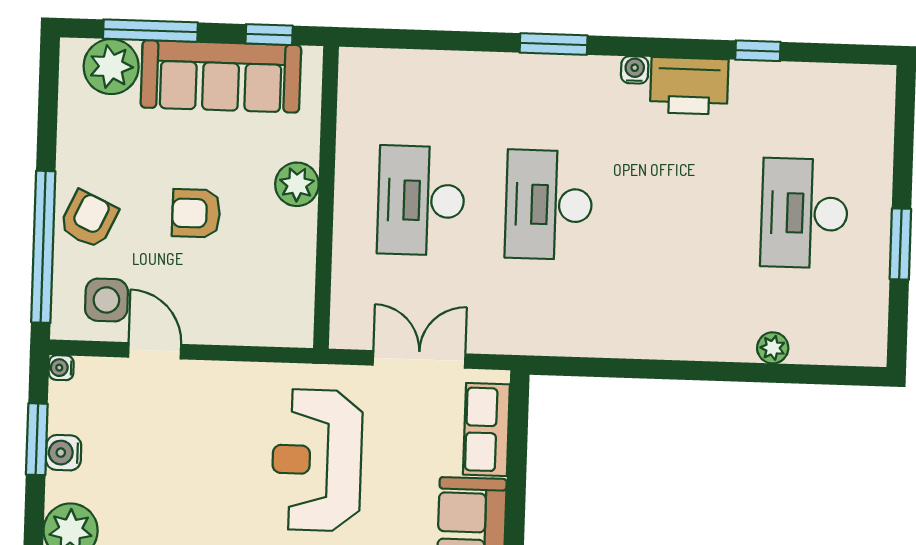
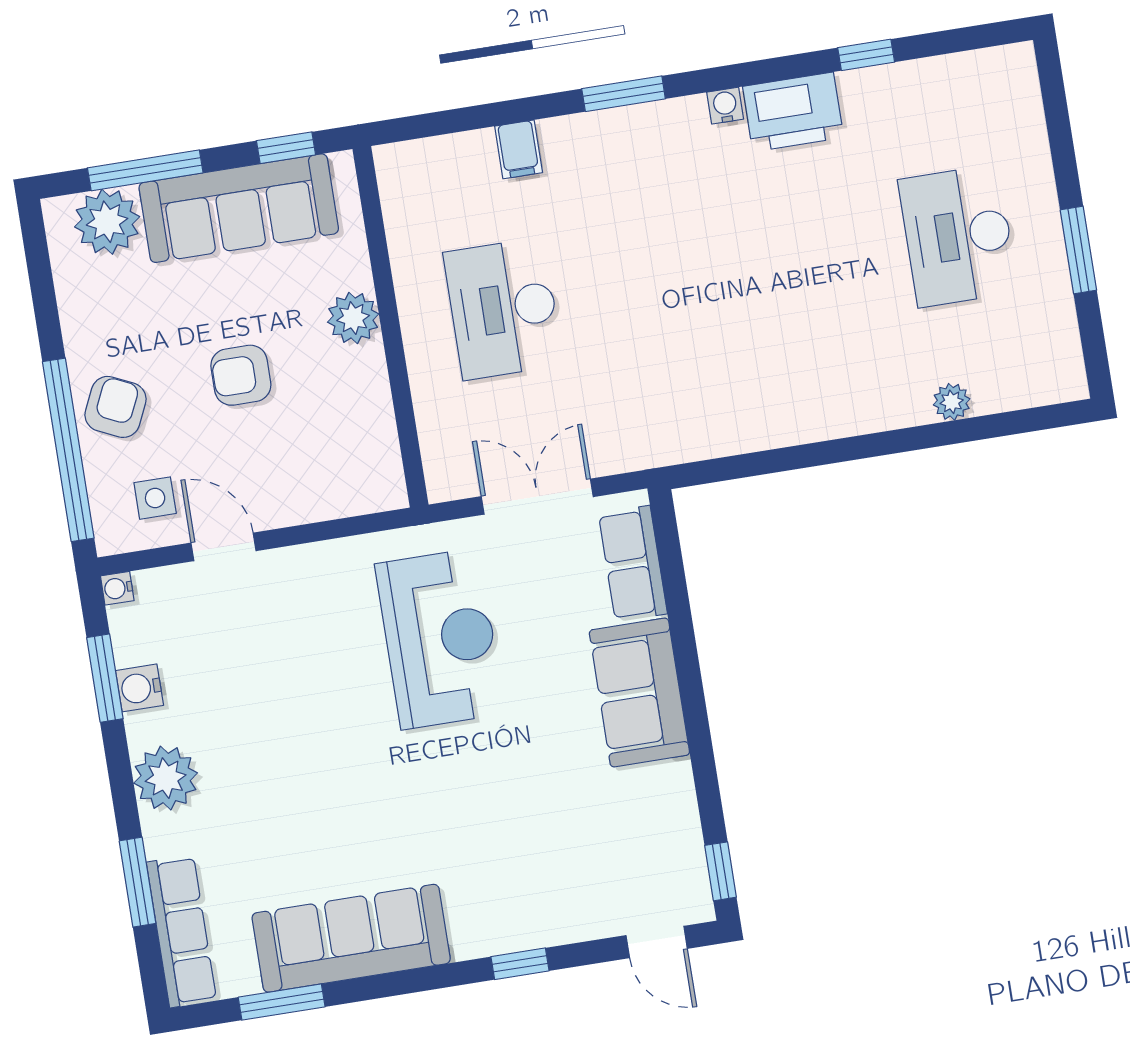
filing cabinet: (459, 73) -> (519, 149), added
desk: (549, 205) -> (655, 284), removed
side table: (106, 300) -> (155, 498), width x0.73, depth x0.73
reception desk: (317, 460) -> (440, 639), turned 180

